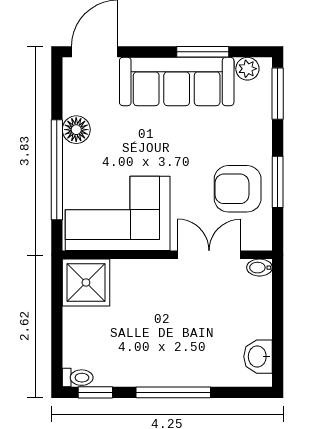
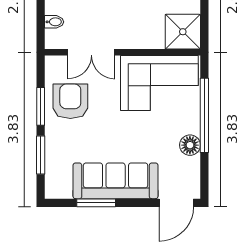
plant: (247, 69) -> (63, 190), removed
window: (278, 94) -> (41, 155), moved
armchair: (238, 189) -> (70, 101), turned -90
bidet: (259, 268) -> (54, 22), moved

